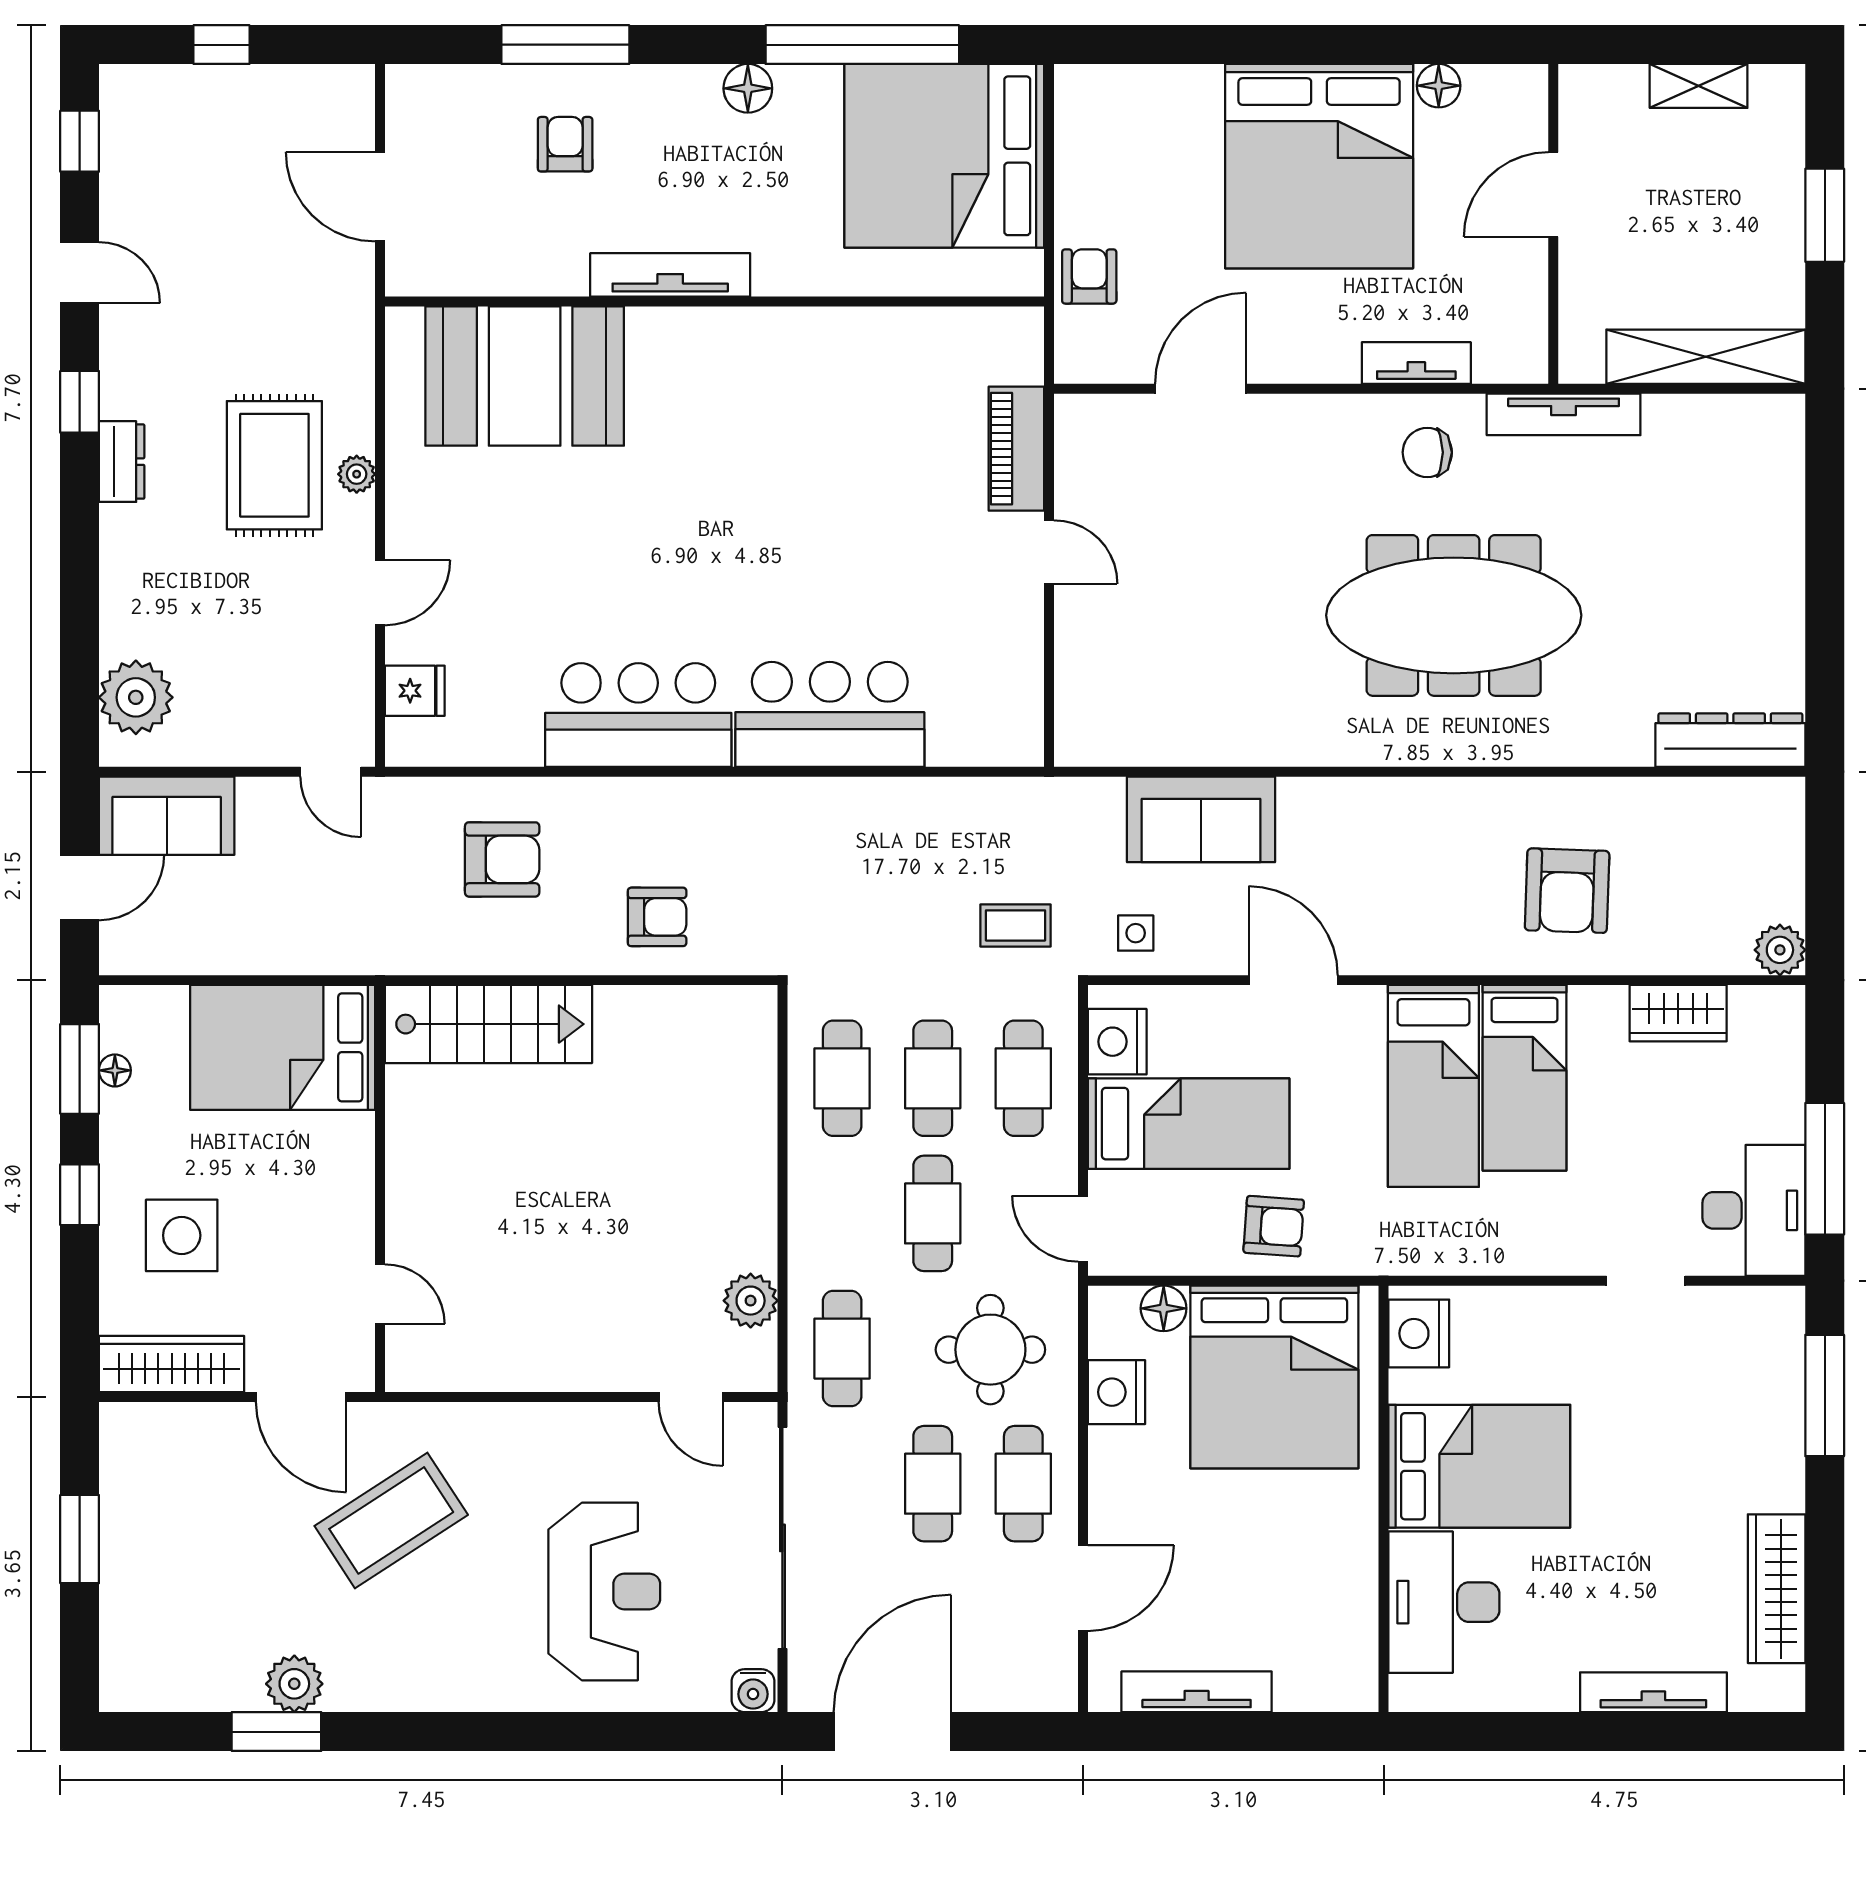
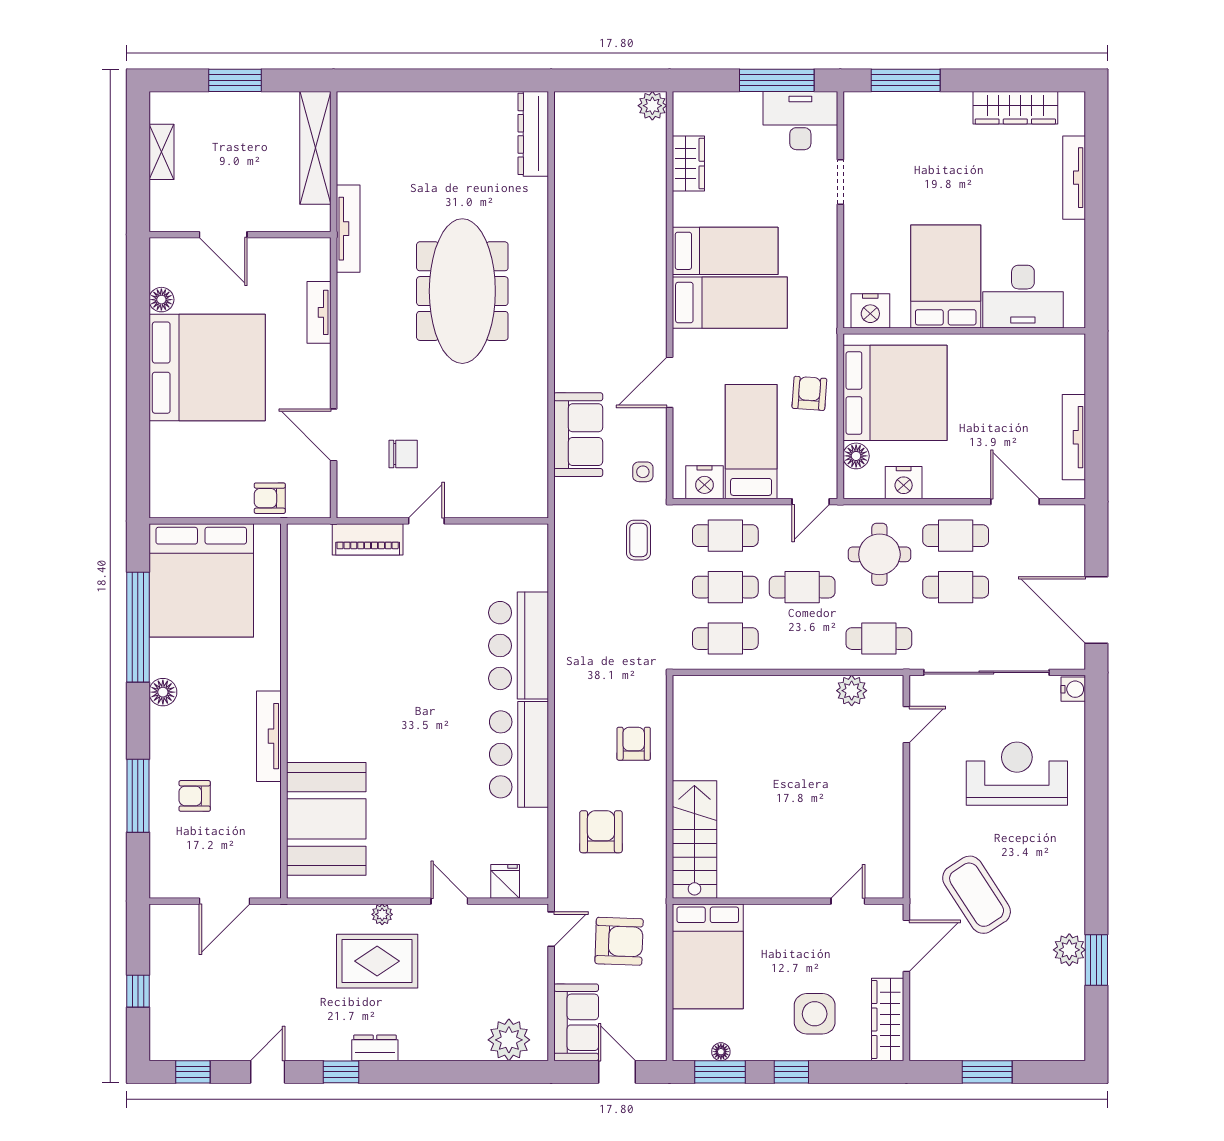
chair: (1427, 452) -> (403, 454), moved, turned -90
armchair: (1567, 891) -> (619, 941), moved

